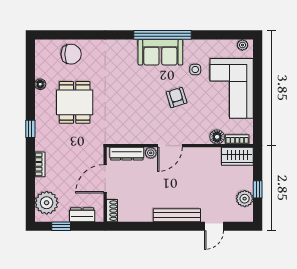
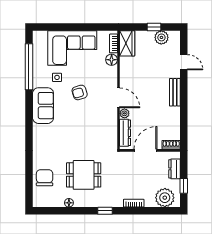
window: (162, 35) -> (29, 67), moved
plant: (242, 45) -> (37, 39), removed
door: (105, 179) -> (145, 150), swing flipped
bench: (177, 215) -> (175, 92), width x0.73

